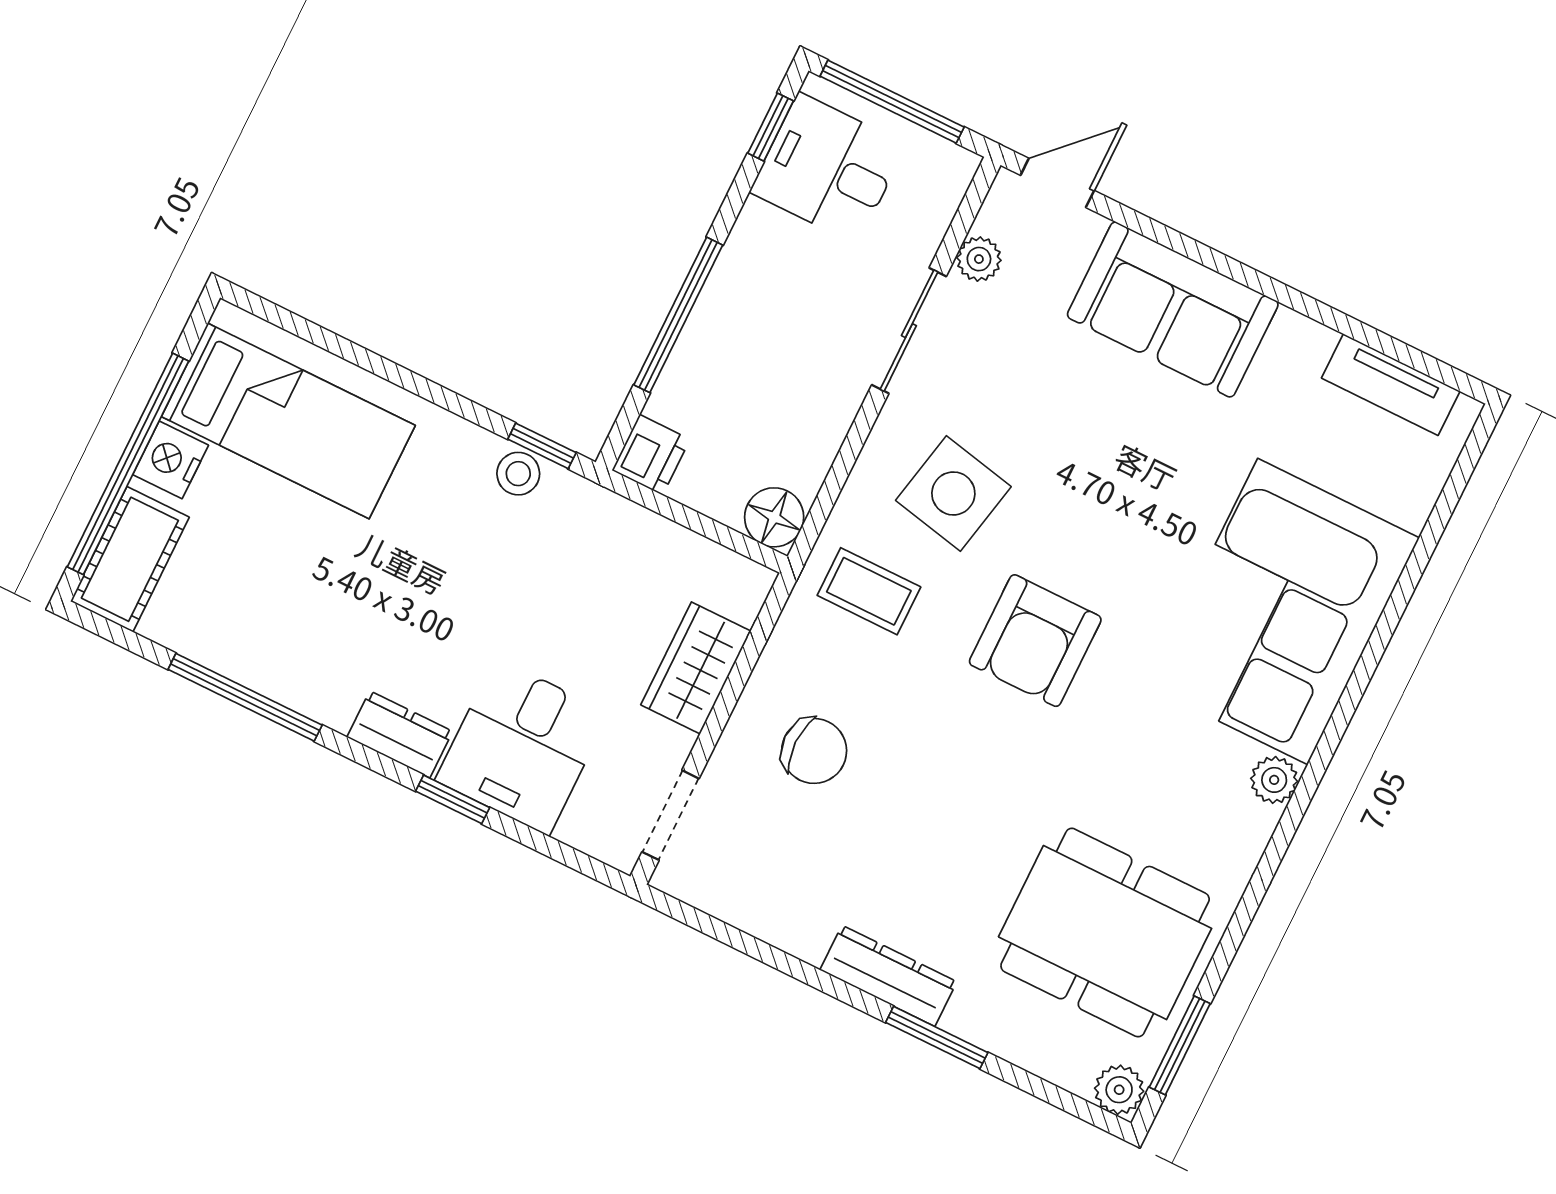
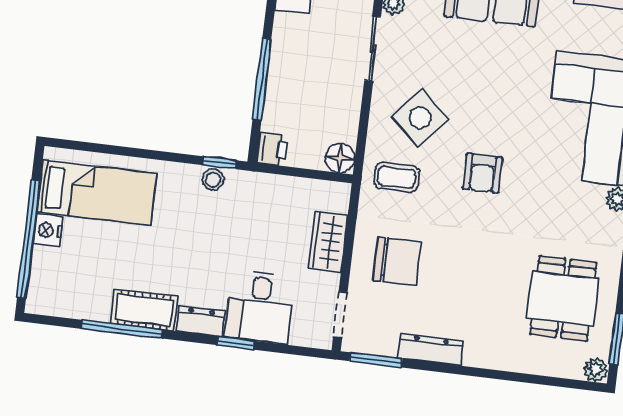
side table: (953, 493) -> (420, 118), turned 30
cot: (130, 559) -> (144, 310), moved, turned 90
armchair: (1035, 641) -> (483, 173), width x0.72, depth x0.72
chair: (814, 751) -> (397, 261), width x1.37, depth x1.37
dining table: (1105, 933) -> (563, 298), width x0.73
dresser: (888, 976) -> (430, 350), moved
window: (937, 1038) -> (376, 360), moved

